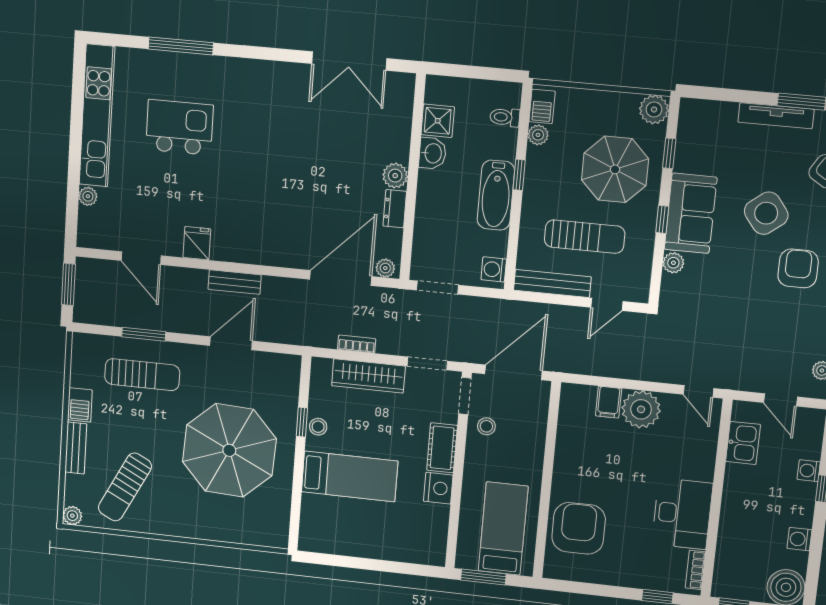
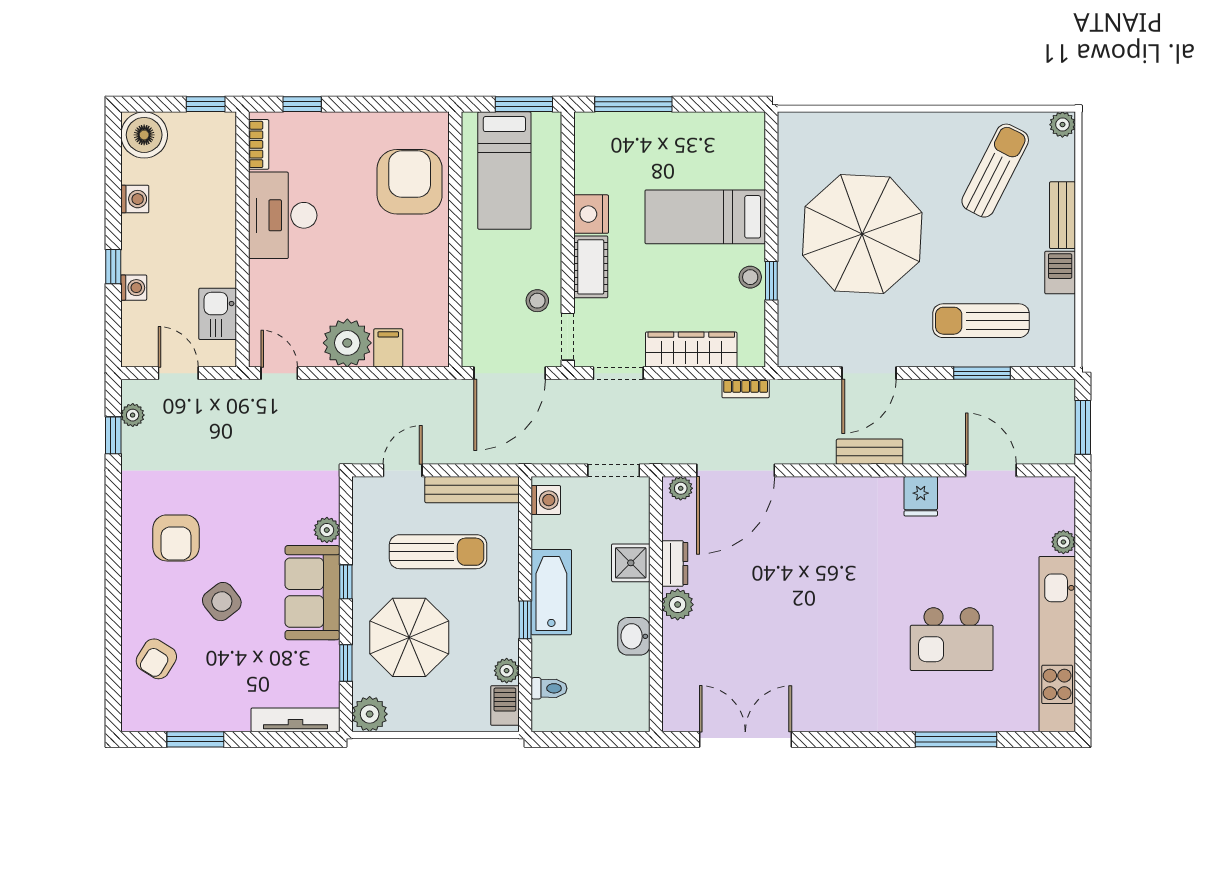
tv unit: (776, 116) -> (295, 720), moved
shower: (438, 121) -> (631, 563), moved
side table: (766, 213) -> (222, 602), width x0.73, depth x0.73
sun lounger: (585, 237) -> (438, 552), turned 180
bookcase: (357, 344) -> (746, 389), moved
armchair: (579, 528) -> (410, 182), turned 180
window: (398, 567) -> (633, 104), added

